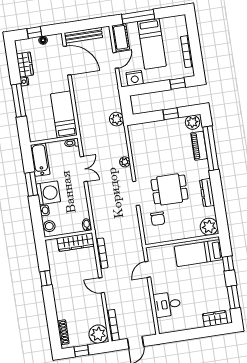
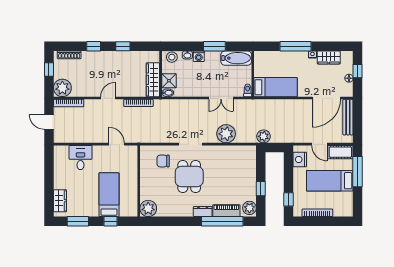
plant: (125, 162) -> (226, 134), width x1.88, depth x1.88
washing machine: (48, 193) -> (199, 56), width x0.53, depth x0.53
dresser: (207, 193) -> (203, 211), moved, width x0.70
shower: (74, 225) -> (169, 81), added
bed: (199, 253) -> (109, 195), moved
window: (50, 308) -> (94, 46), added

